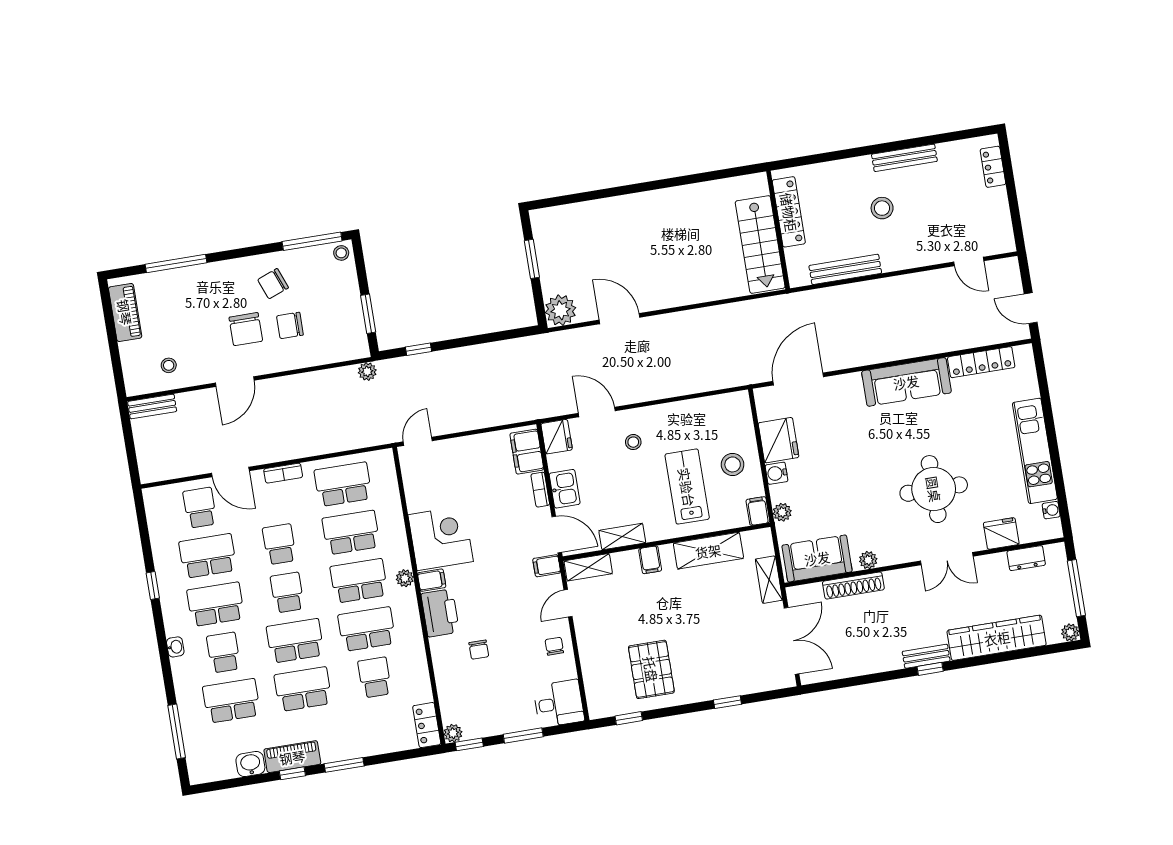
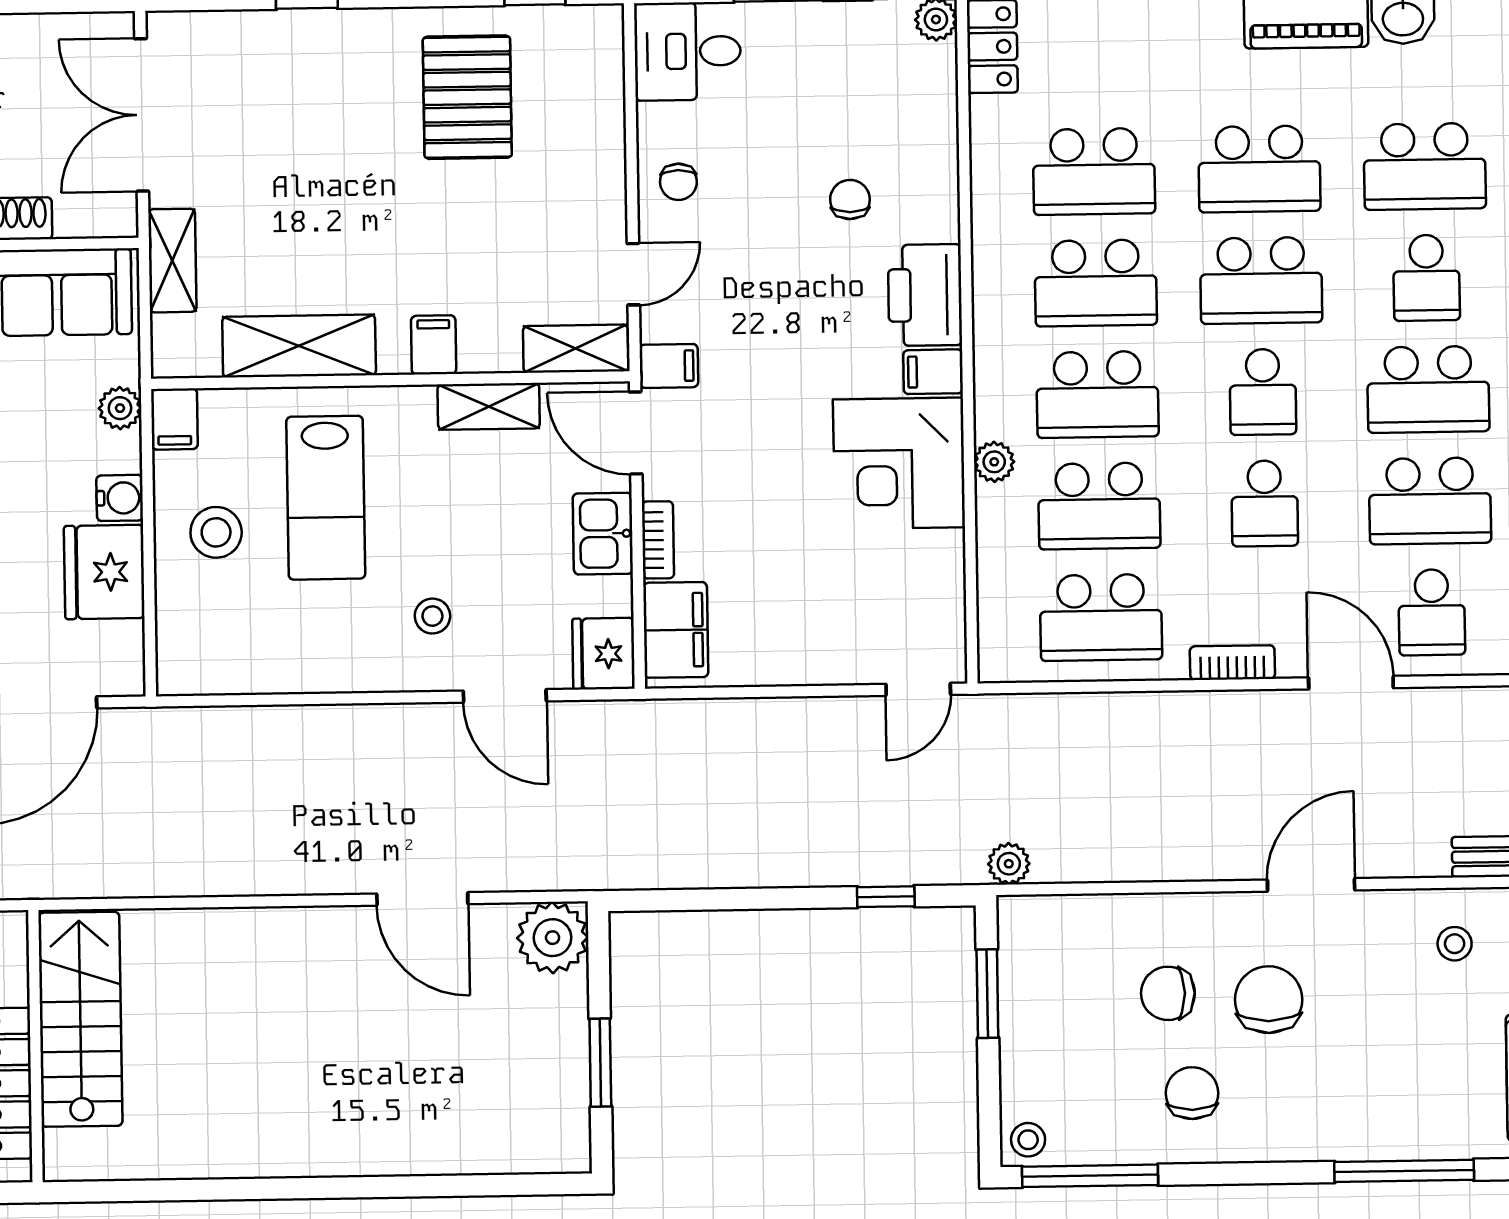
chair: (273, 284) -> (1192, 1093), turned -69
chair: (290, 325) -> (1168, 993), turned 180
plant: (405, 578) -> (994, 462), moved
school desk: (375, 677) -> (1094, 171), width x1.85

